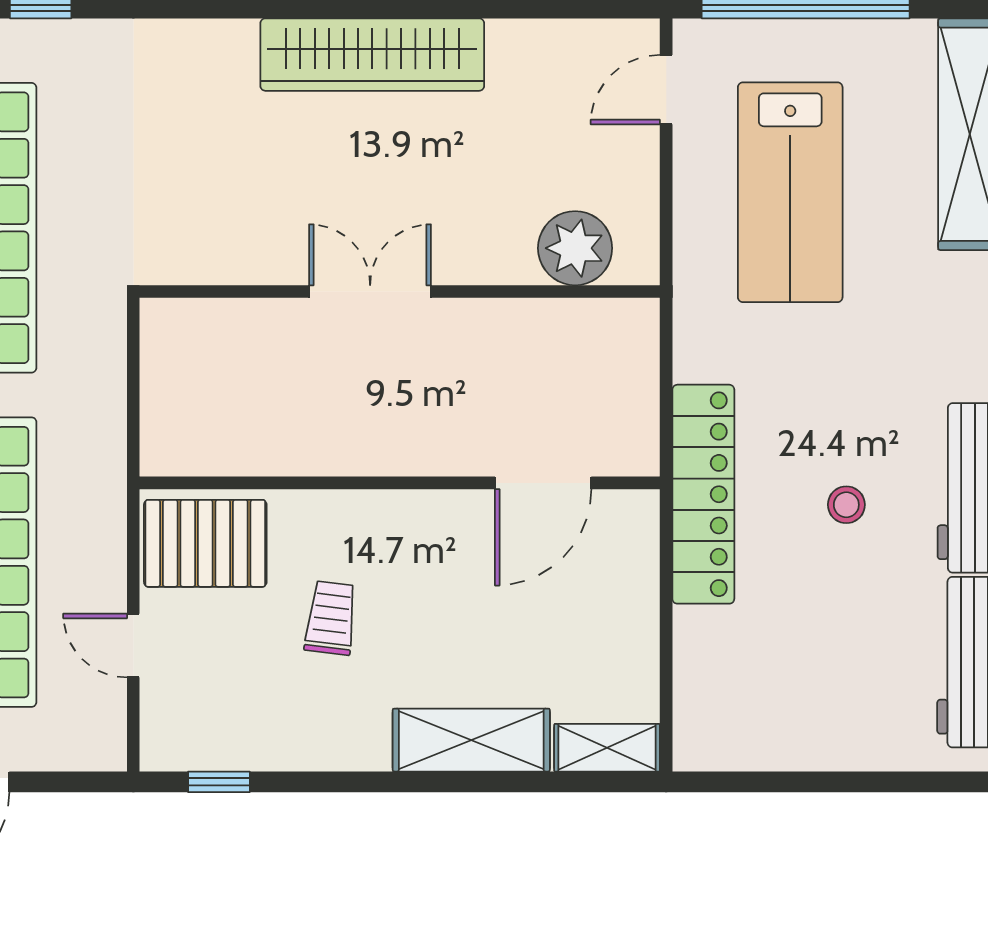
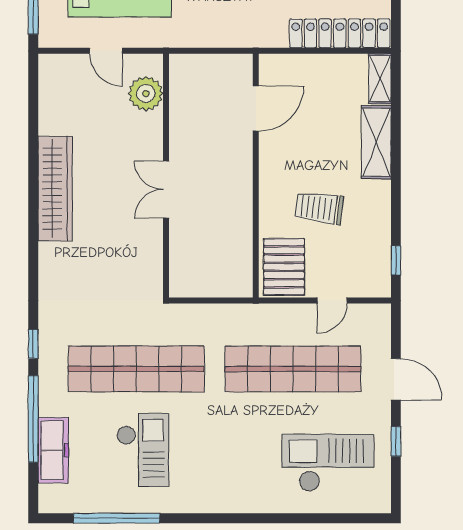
door: (666, 90) -> (106, 51), moved
door: (543, 483) -> (256, 108), hinge flipped
locker: (703, 494) -> (340, 33), moved
trolley: (331, 618) -> (319, 208), width x1.36, depth x1.39

